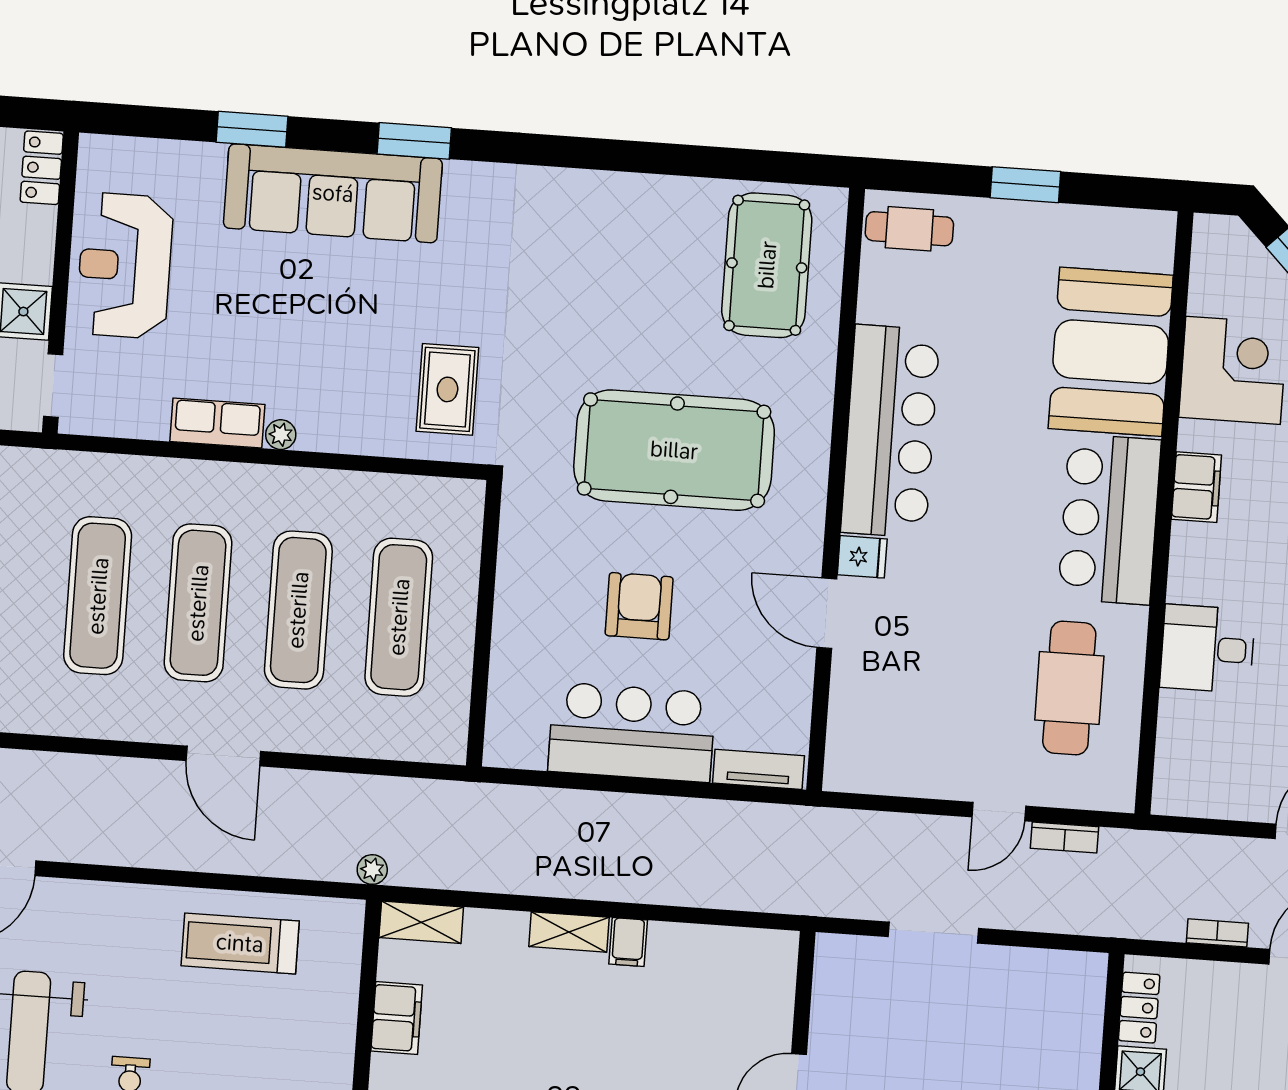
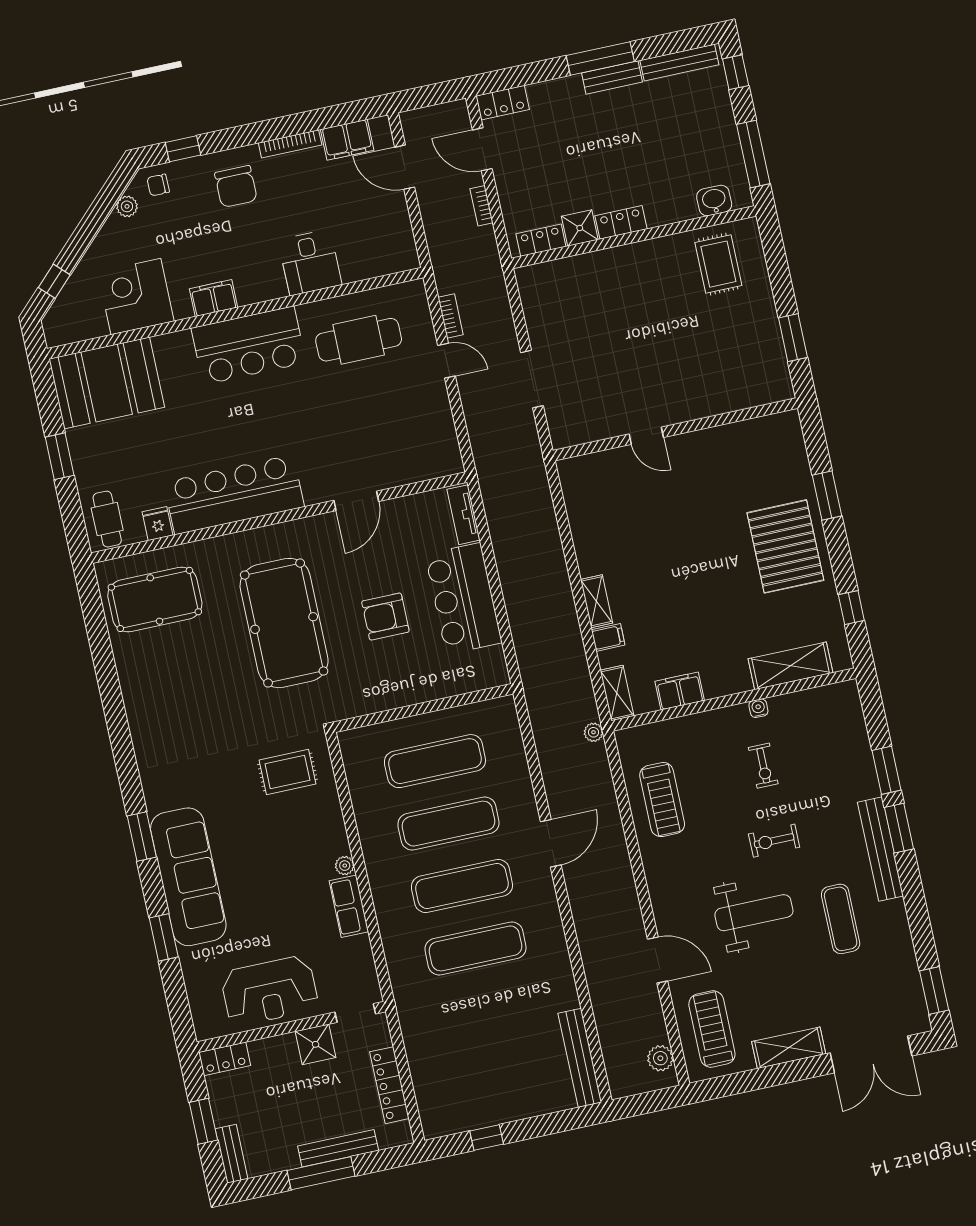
booth: (1111, 352) -> (107, 383), moved
fridge: (862, 557) -> (157, 524), moved
filing cabinet: (628, 942) -> (608, 637), moved

